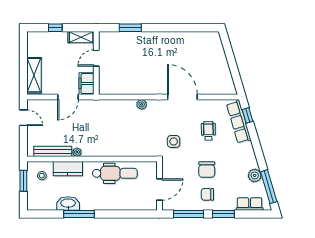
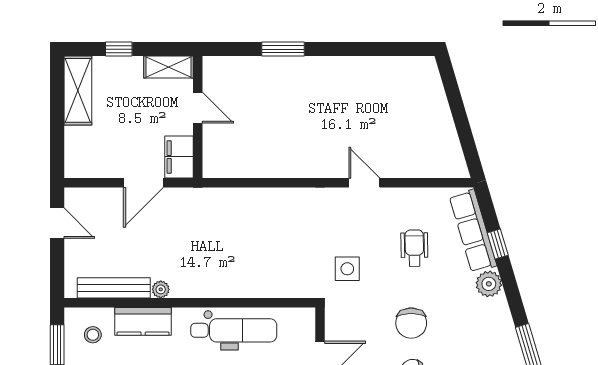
window: (130, 28) -> (283, 49), moved
door: (96, 58) -> (198, 108), swing flipped
shelving: (34, 75) -> (78, 90), moved
door: (182, 97) -> (364, 183), width x0.53
plant: (142, 104) -> (286, 197), removed
window: (248, 115) -> (498, 244), moved
plant: (255, 175) -> (489, 284), moved

